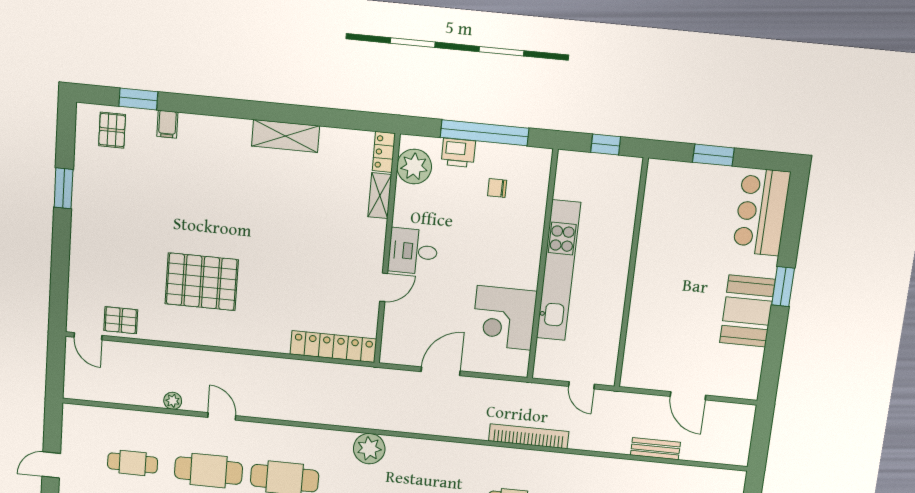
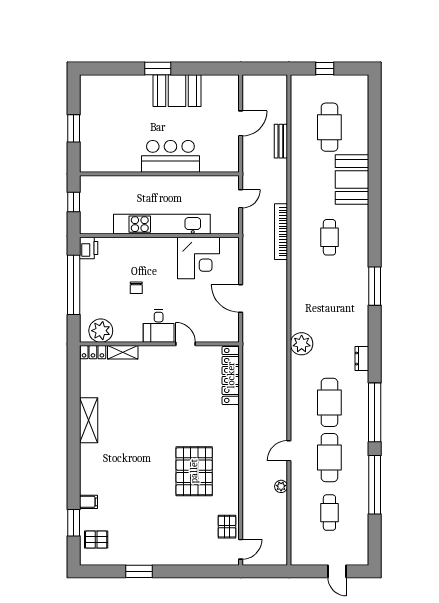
printer: (458, 153) -> (89, 248), moved
chair: (497, 188) -> (136, 288), moved
bar counter: (761, 212) -> (170, 156), moved, turned 180

